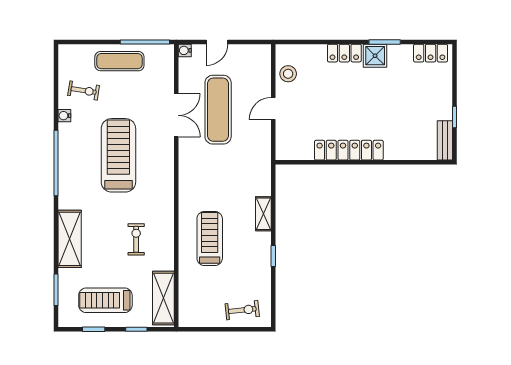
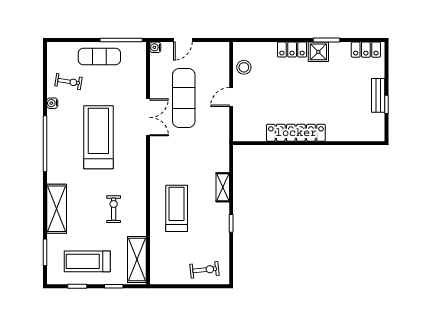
double door: (176, 115) -> (148, 117), moved
bench: (445, 140) -> (378, 95), moved

